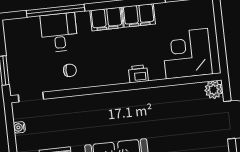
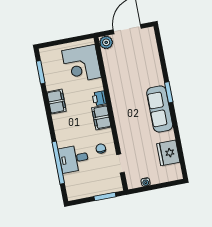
filing cabinet: (106, 19) -> (101, 117), moved, turned 180
doorway: (31, 97) -> (120, 163), moved

